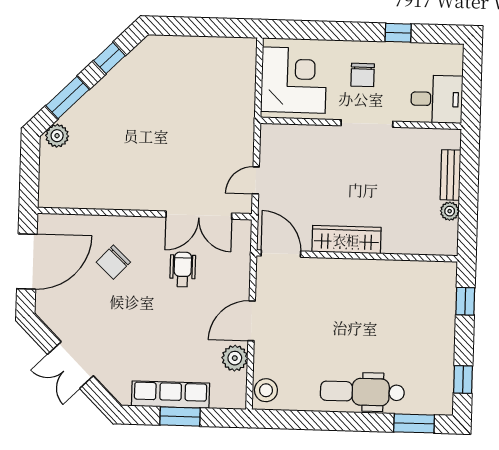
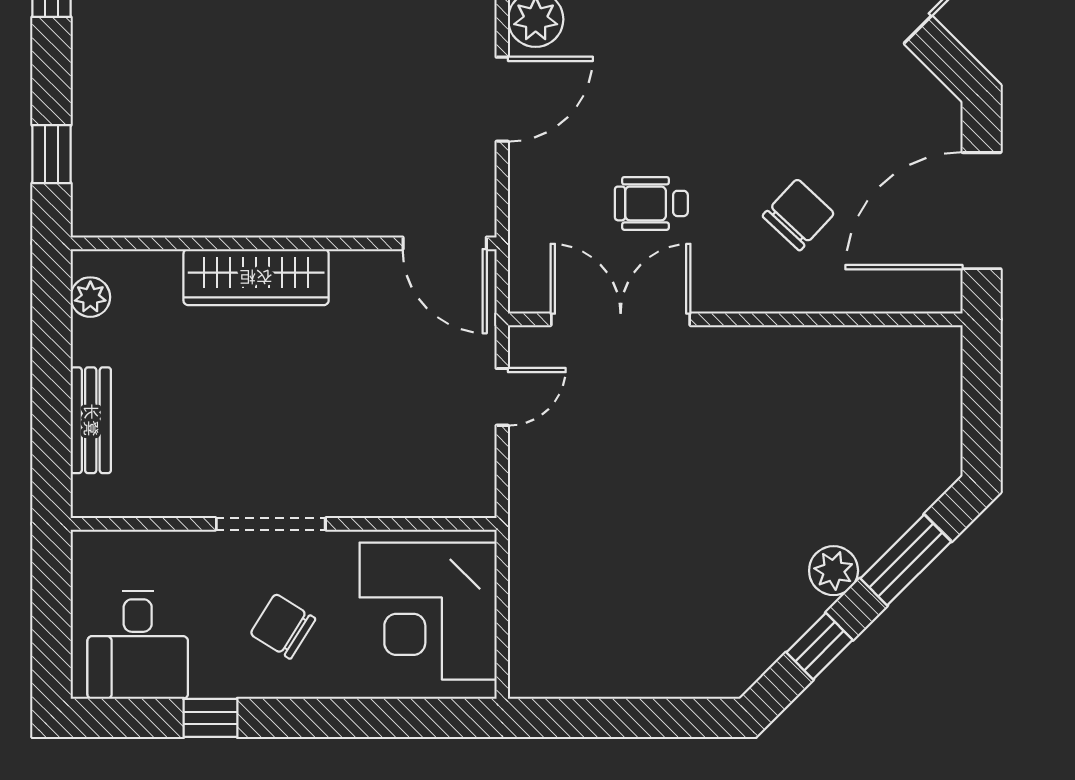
chair: (363, 75) -> (283, 626), turned -58
desk: (437, 99) -> (138, 645), moved, turned -90
plant: (57, 136) -> (834, 571), moved
plant: (450, 211) -> (90, 297), moved
wardrobe: (346, 240) -> (256, 277), moved
wheelchair: (183, 270) -> (651, 203), turned 90

